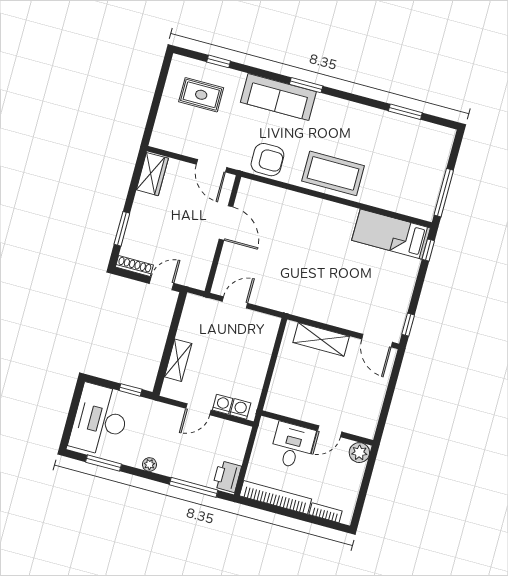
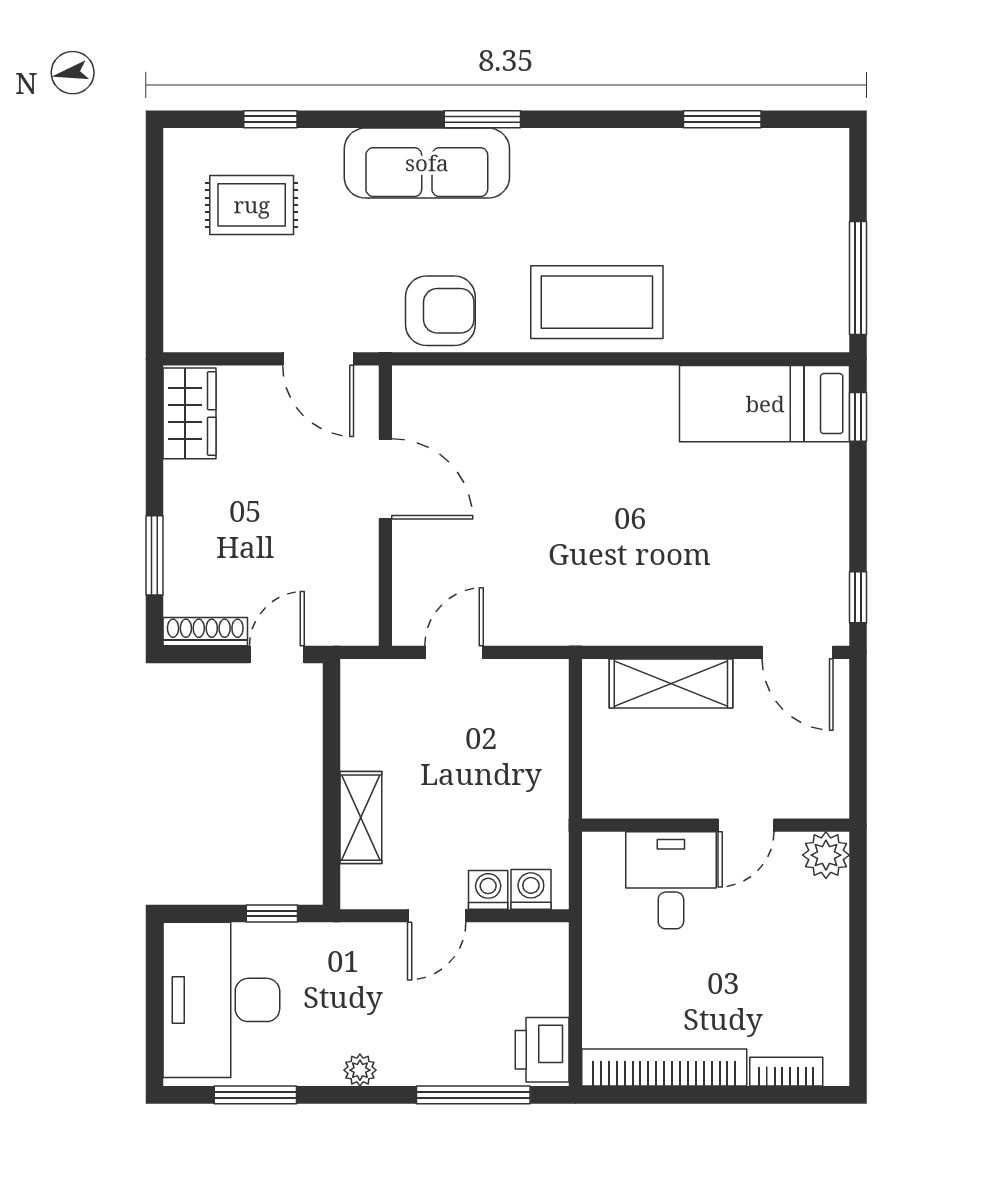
wall: (317, 428) -> (716, 825), moved
door: (330, 431) -> (746, 825), moved
desk: (292, 446) -> (671, 880), moved
plant: (359, 453) -> (826, 855), moved

